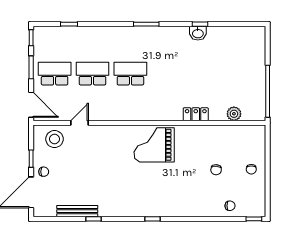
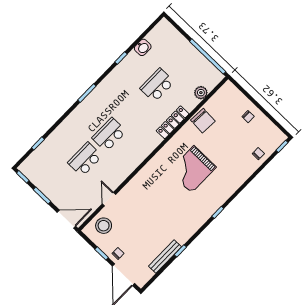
washbasin: (198, 33) -> (143, 47), moved
school desk: (55, 74) -> (157, 85), moved
locker: (196, 114) -> (173, 122), width x1.53
grand piano: (154, 145) -> (193, 169), moved
chair: (216, 170) -> (203, 121), moved, width x1.87, depth x1.87

